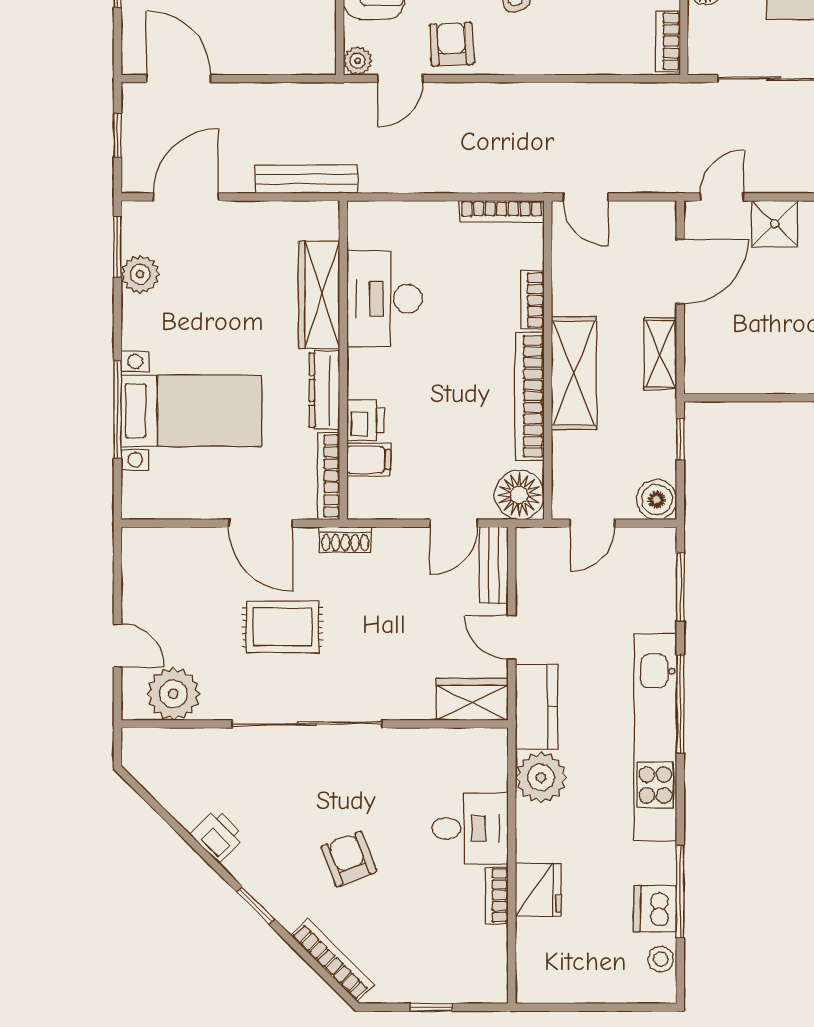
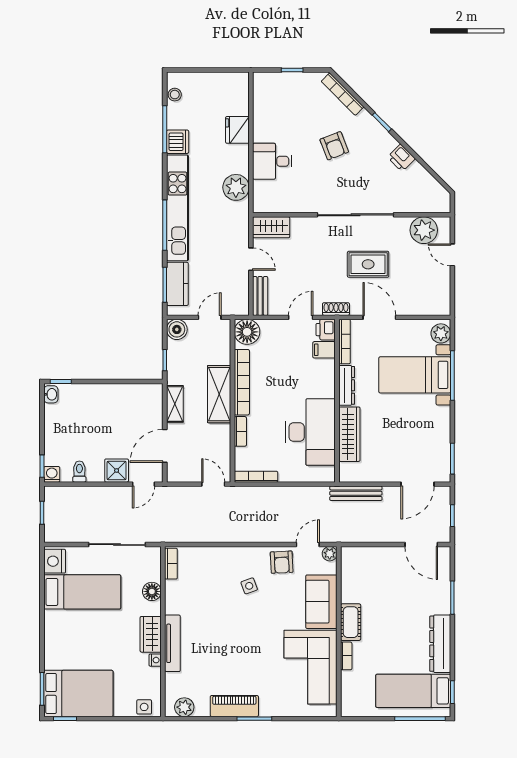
plant: (140, 274) -> (441, 333), moved
desk: (385, 299) -> (310, 432), width x1.36, depth x1.30
printer: (365, 420) -> (326, 330), moved
door: (454, 523) -> (301, 317), moved
kitchen counter: (537, 707) -> (177, 284), moved, turned 180
bookcase: (497, 895) -> (258, 127), removed
dishwasher: (655, 909) -> (178, 142), moved

